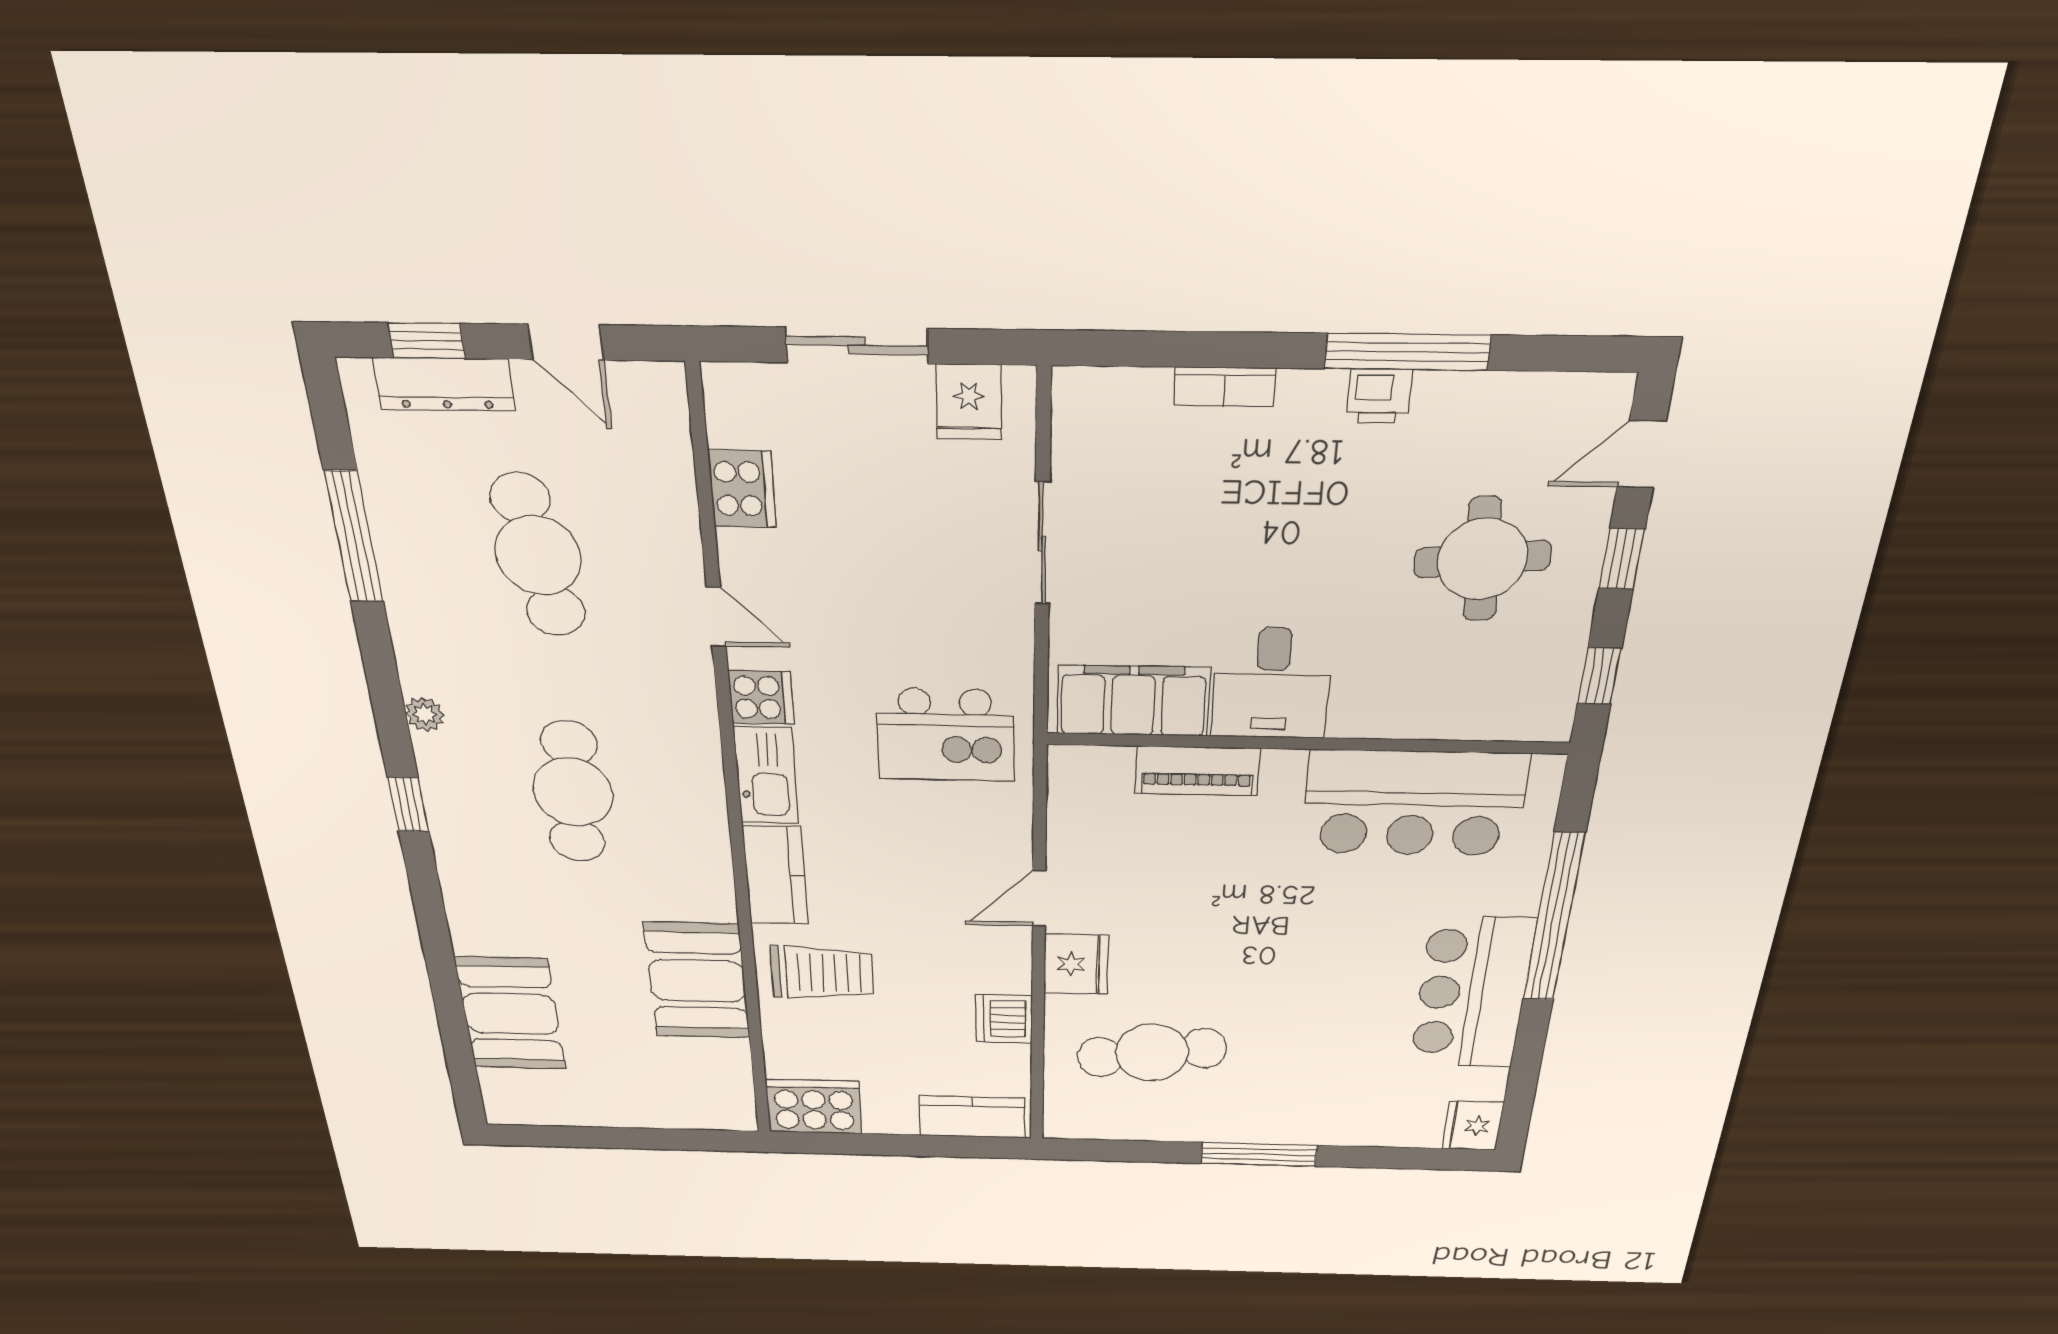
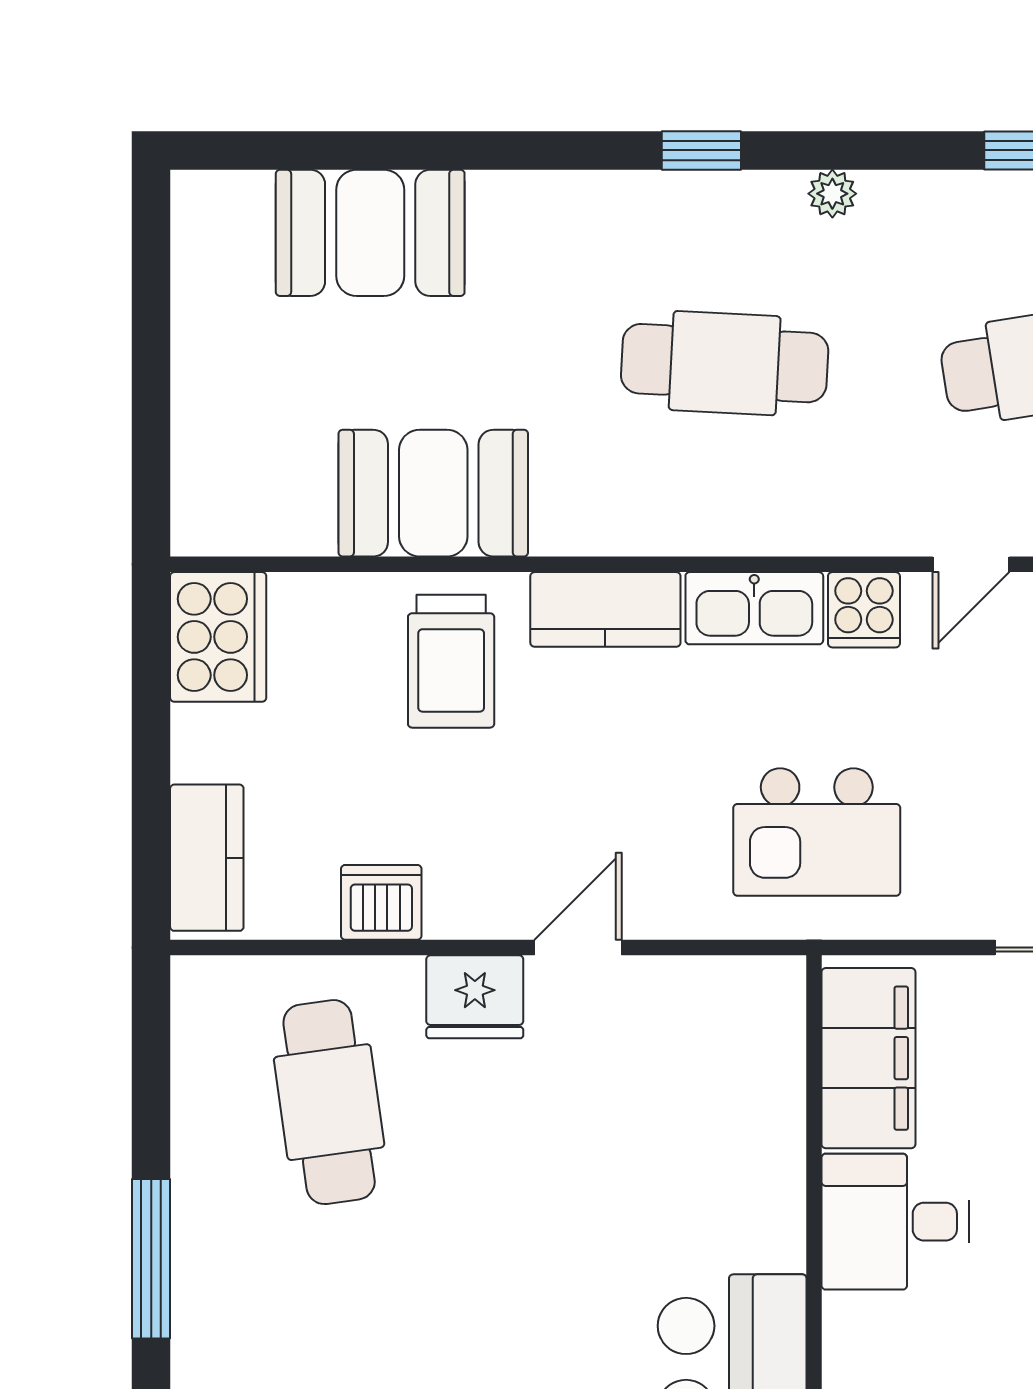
kitchen island: (946, 735) -> (817, 832), turned -90
piano: (1197, 771) -> (773, 1140), removed
door: (1039, 898) -> (578, 948), hinge flipped

